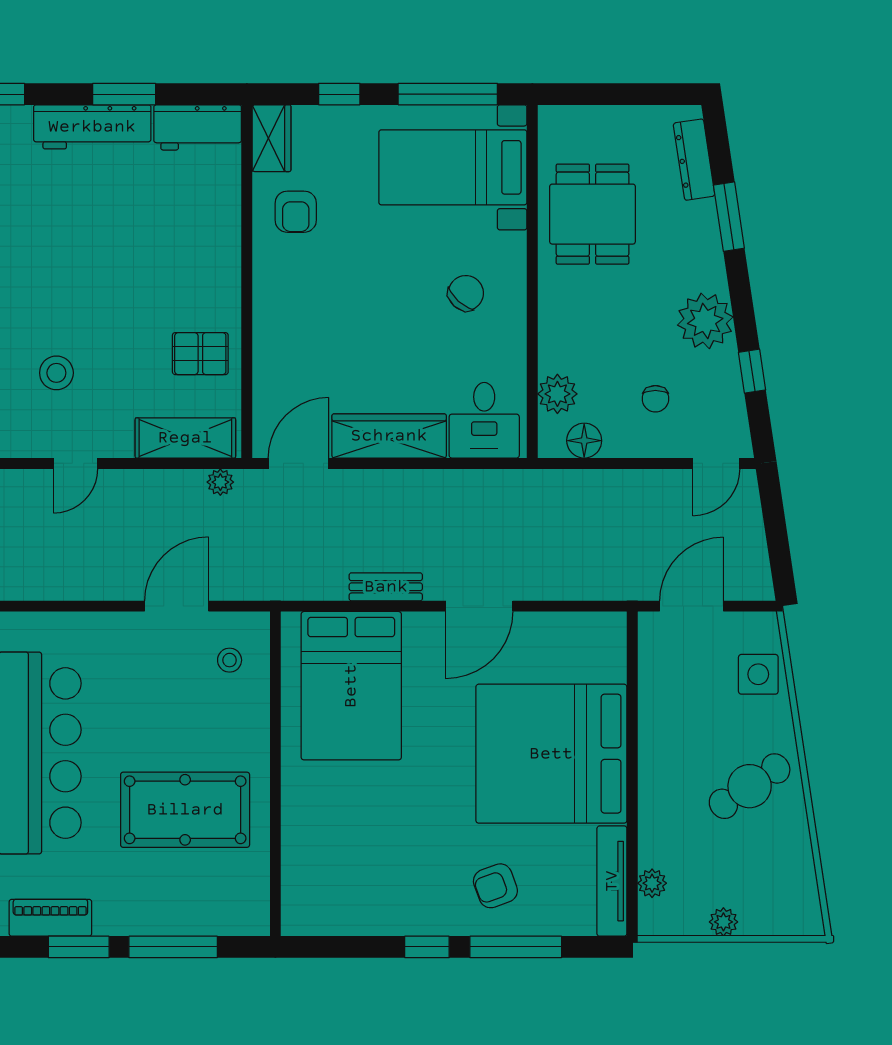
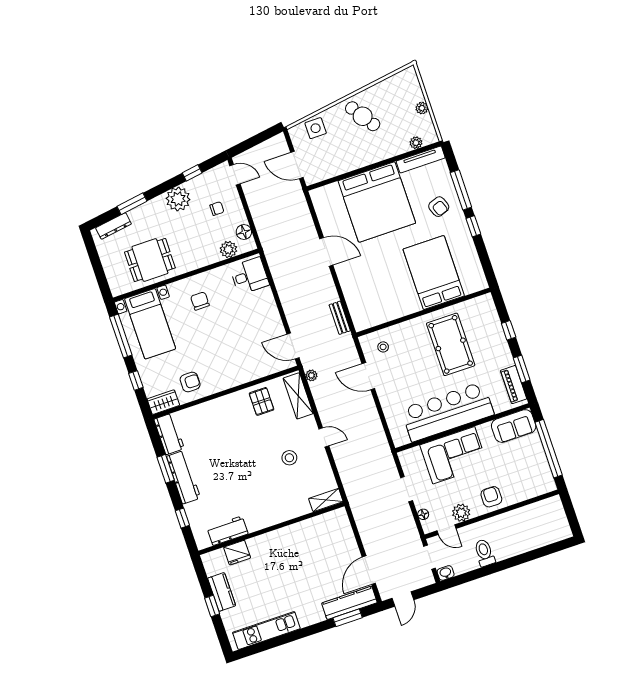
chair: (466, 293) -> (200, 301), turned 48
wardrobe: (389, 436) -> (269, 313), removed
bench: (386, 587) -> (340, 318), moved
bed: (351, 686) -> (434, 273), moved, turned -90
window: (173, 947) -> (509, 330), width x0.46

